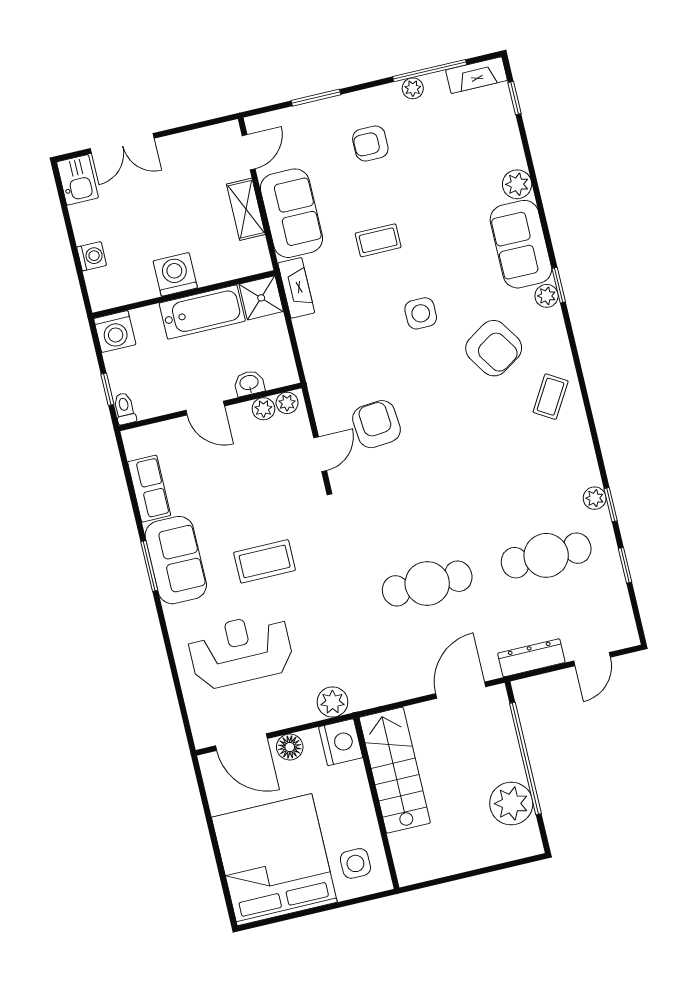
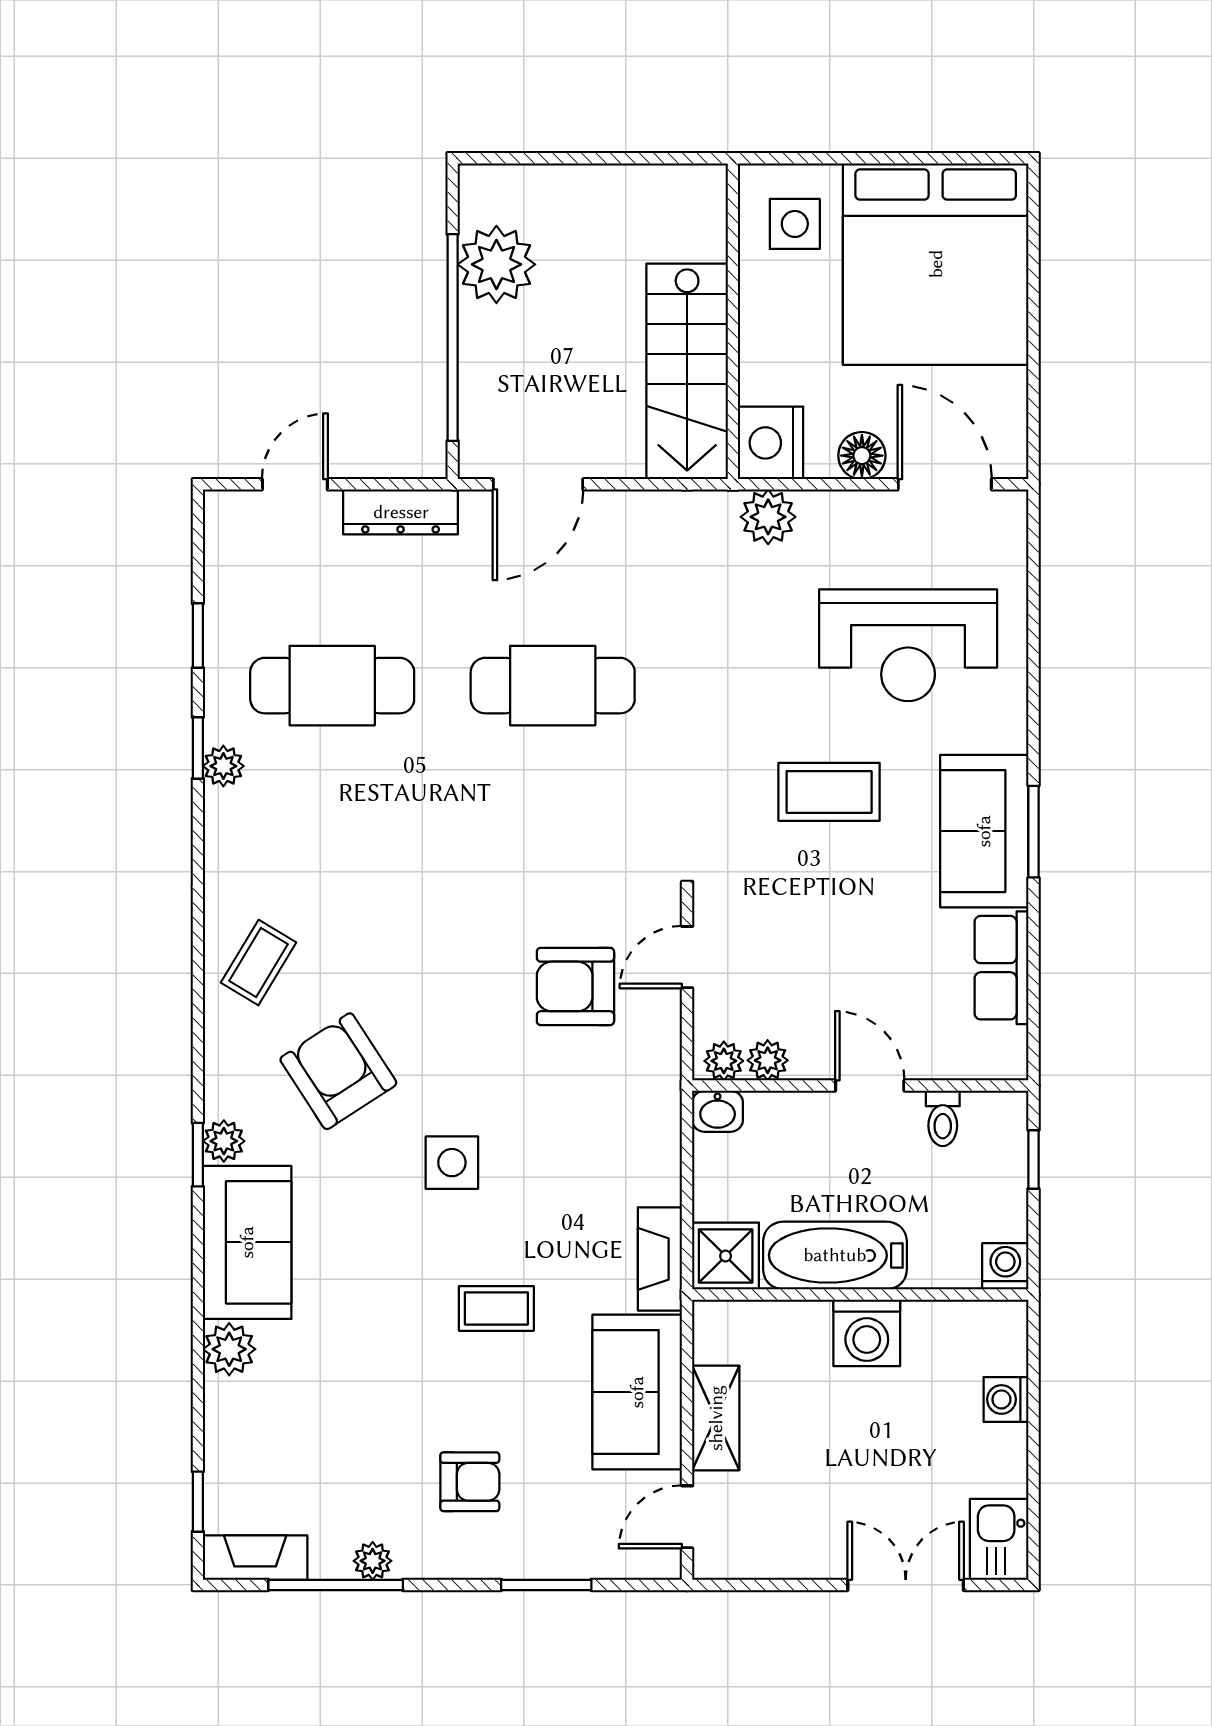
washing machine: (115, 332) -> (1005, 1266), width x0.73, depth x0.73
washbasin: (249, 383) -> (718, 1111), moved
toilet: (125, 409) -> (943, 1118), moved
armchair: (377, 424) -> (575, 986), turned 95

